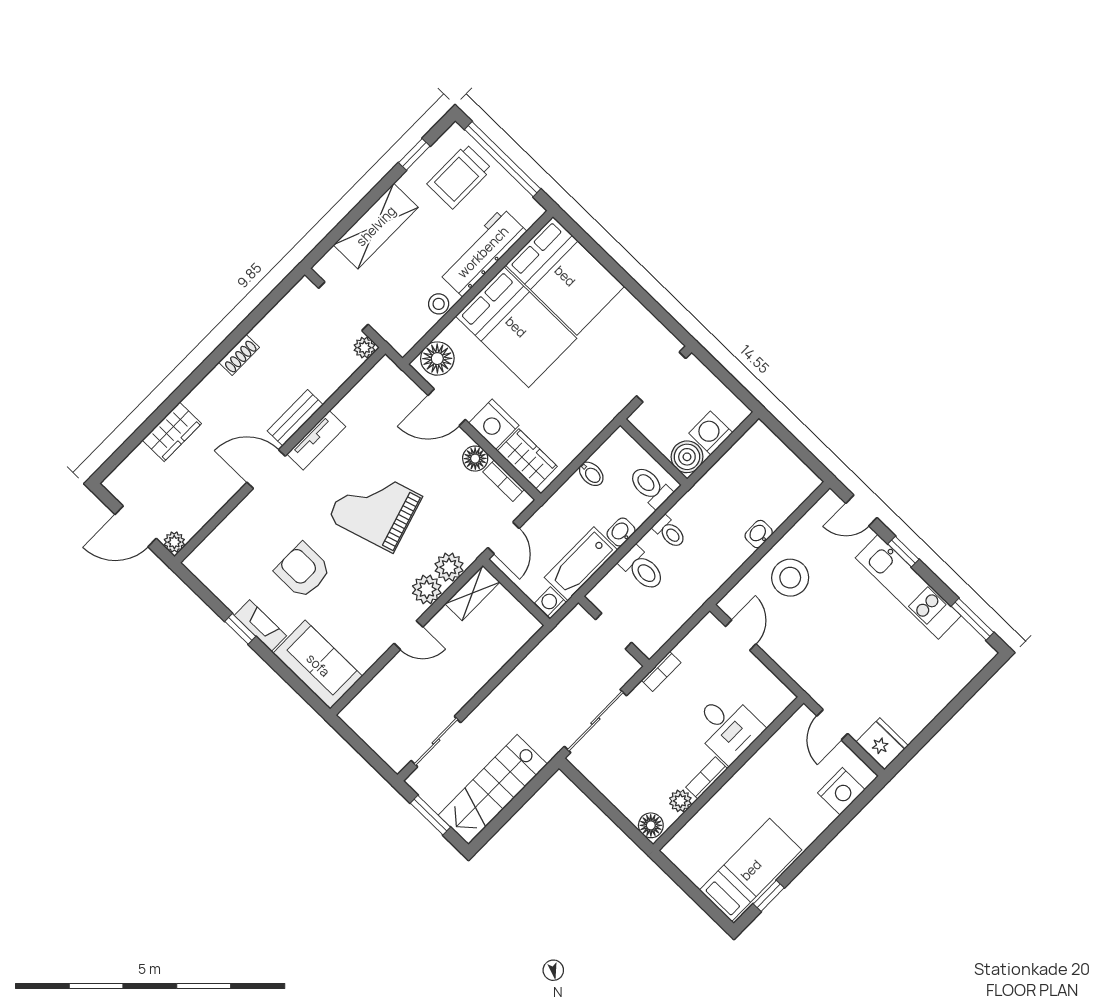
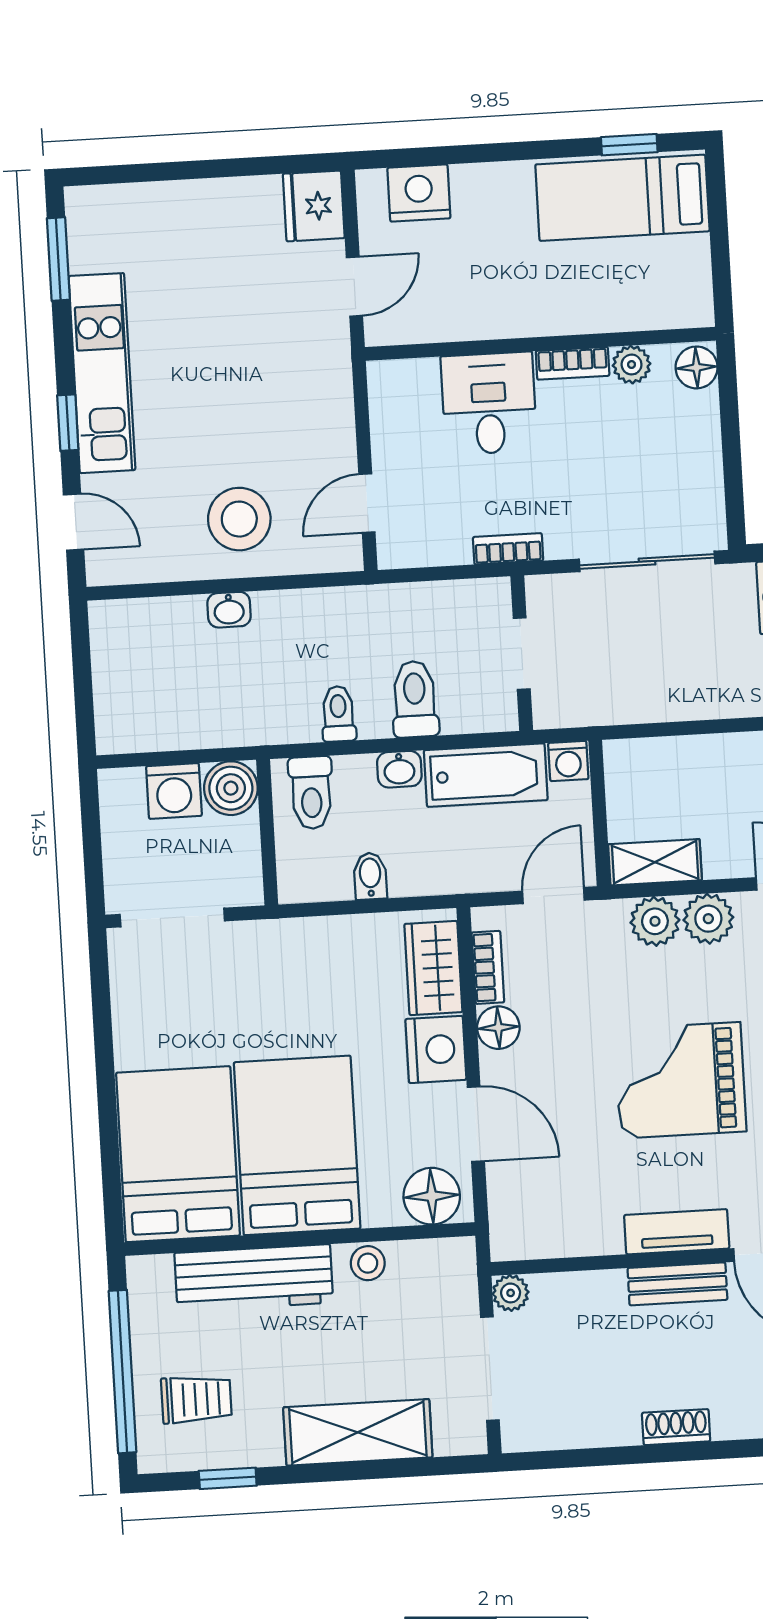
trolley: (459, 176) -> (196, 1399), width x0.73, depth x0.72
grand piano: (375, 508) -> (680, 1080), turned 107

